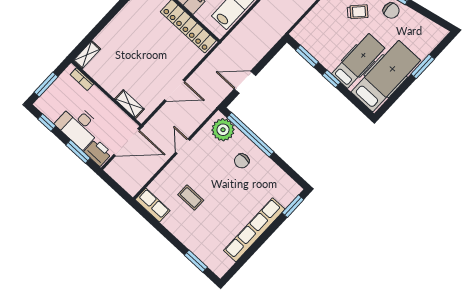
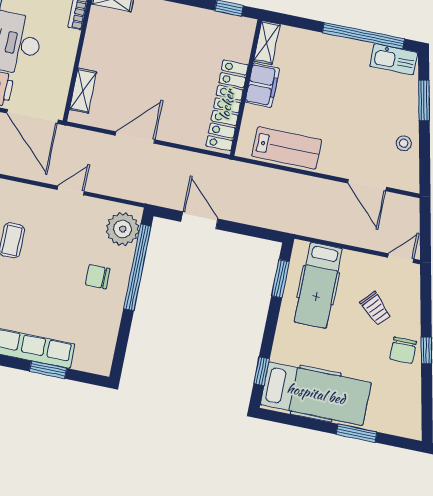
hospital bed: (358, 61) -> (318, 285), moved, turned 90
window: (331, 79) -> (262, 371), moved
door: (175, 91) -> (135, 138), swing flipped
window: (293, 206) -> (48, 370), moved

